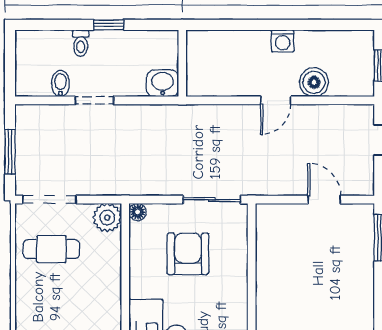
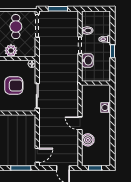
washing machine: (283, 41) -> (106, 108), moved
washbasin: (163, 83) -> (87, 60), moved
door: (324, 200) -> (37, 155), moved
plant: (107, 218) -> (11, 51), moved

